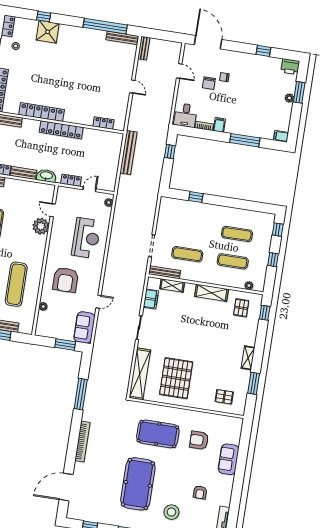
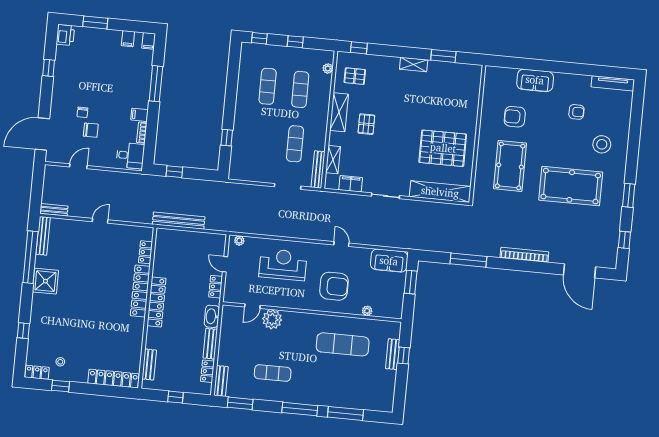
shower: (48, 32) -> (45, 281), moved
plant: (289, 98) -> (103, 34), removed
locker: (42, 112) -> (140, 291), moved
filing cabinet: (284, 119) -> (128, 39), added
door: (99, 302) -> (341, 244), moved
pallet: (224, 397) -> (366, 124), moved
armchair: (199, 440) -> (515, 117), turned 90

